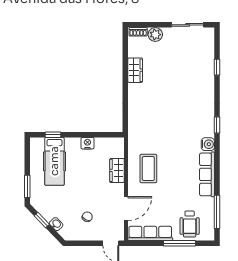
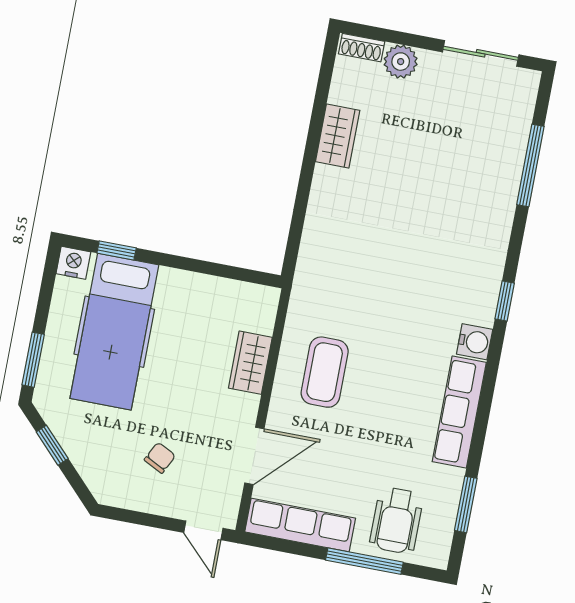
window: (217, 67) -> (530, 165), width x2.17
nightstand: (87, 143) -> (73, 263), moved
hospital bed: (54, 161) -> (114, 332), width x1.37, depth x1.29
window: (217, 212) -> (466, 504), width x0.69
washbasin: (56, 224) -> (84, 461), removed

